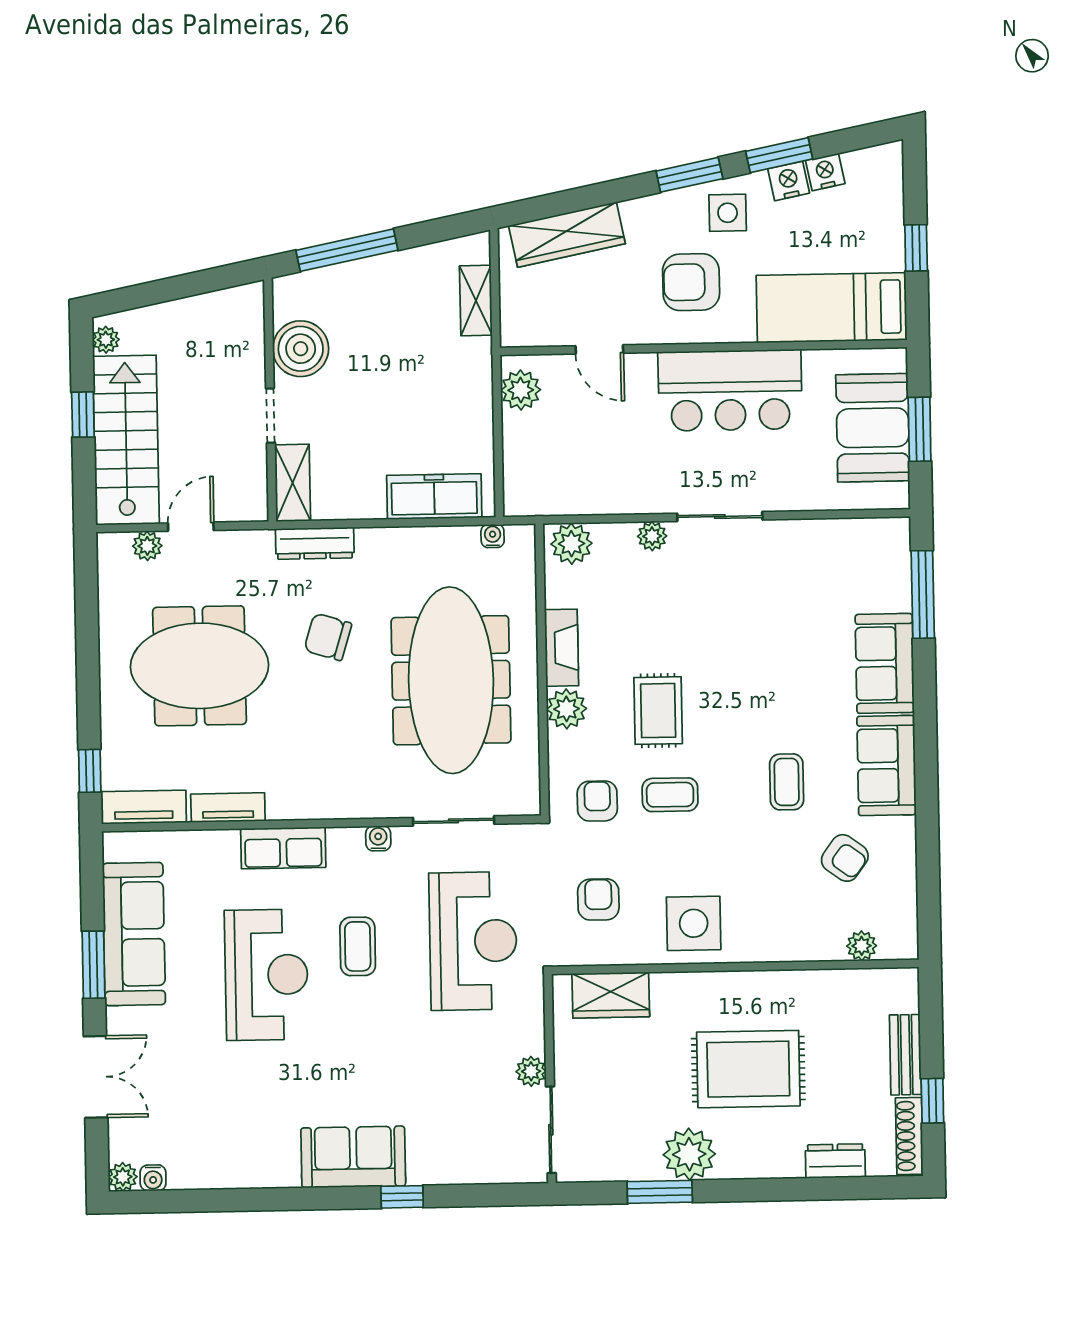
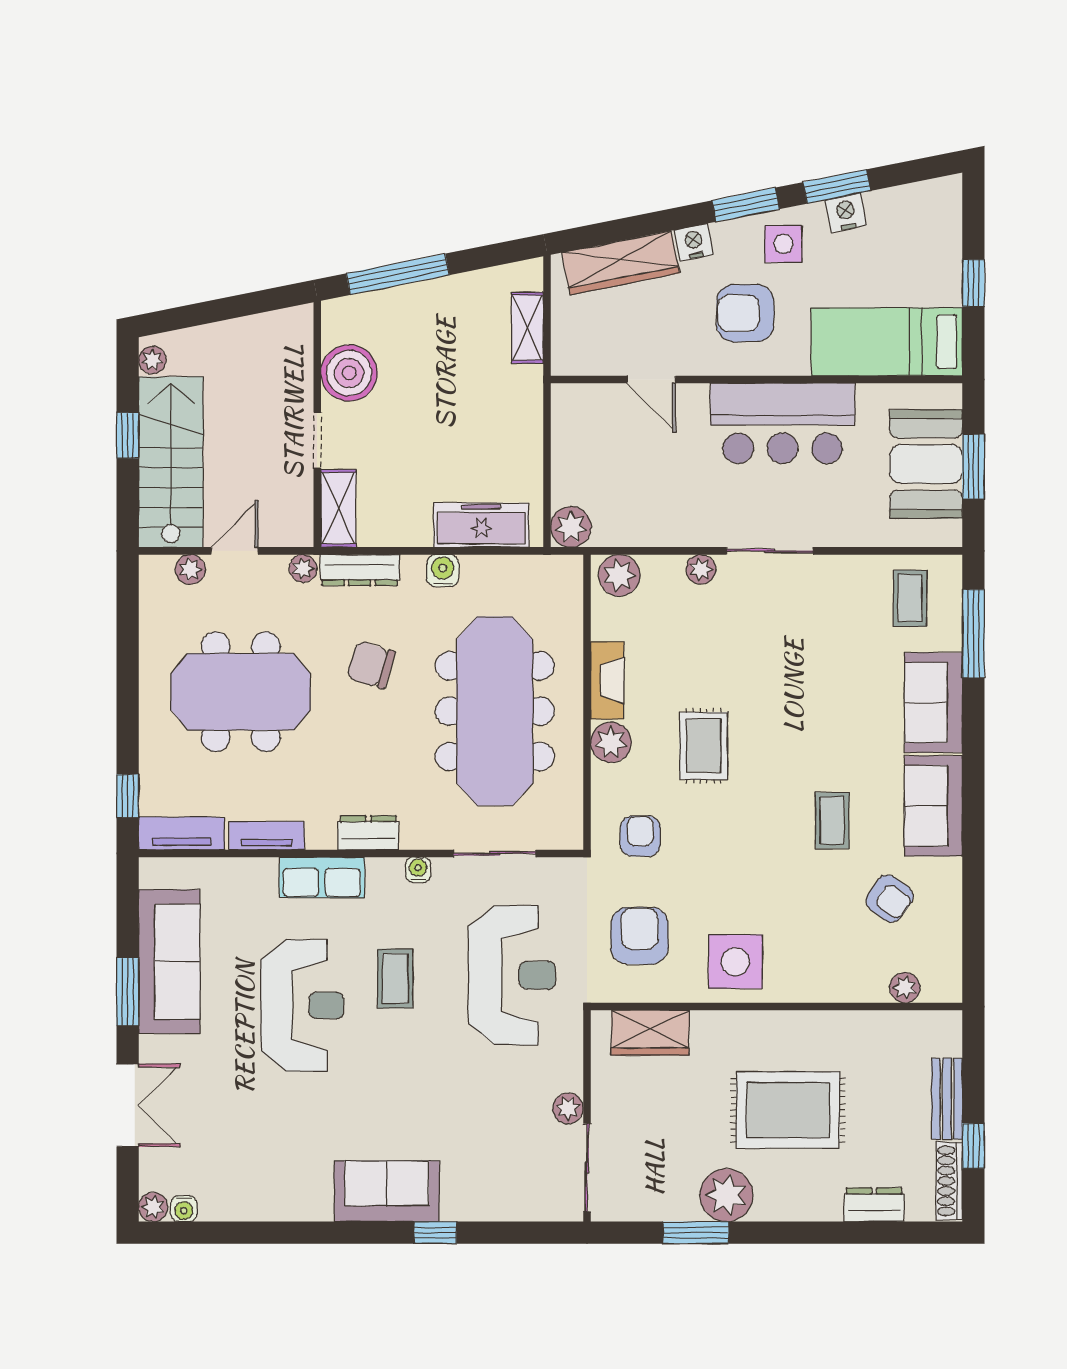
nightstand: (825, 172) -> (694, 242), moved
plant: (521, 390) -> (571, 527), moved
water cooler: (493, 536) -> (443, 571), moved, width x1.38, depth x1.38
plant: (259, 543) -> (303, 568), added
coffee table: (670, 795) -> (910, 598), moved, turned 90
dresser: (328, 803) -> (368, 833), added
armchair: (598, 899) -> (640, 936), width x1.38, depth x1.38

